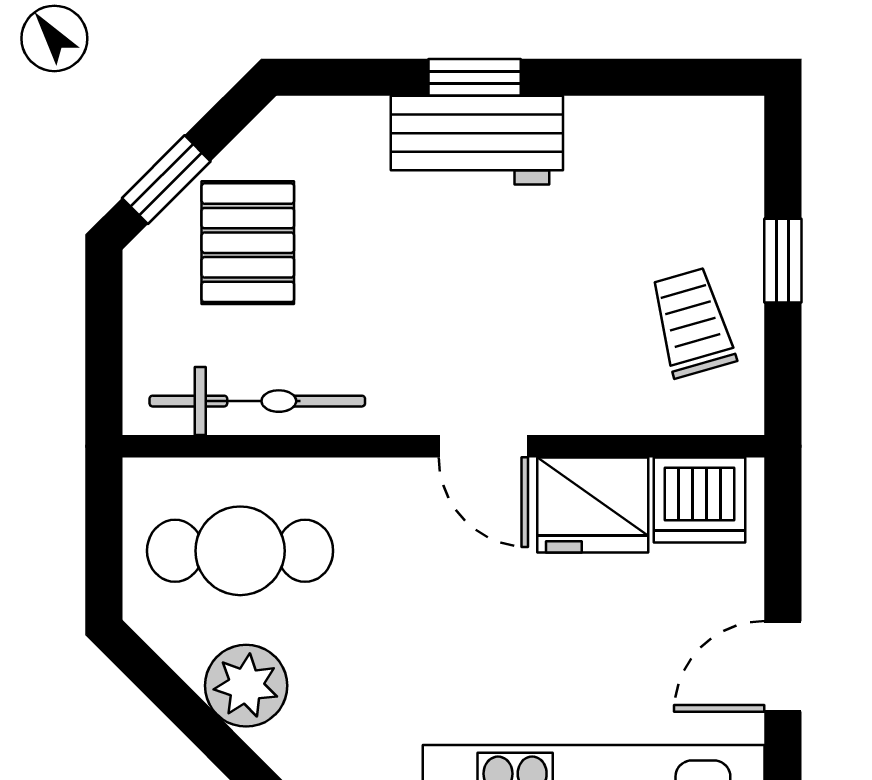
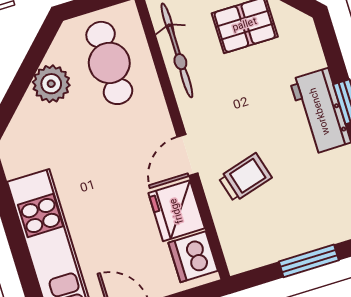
window: (783, 261) -> (309, 261), width x1.50
trolley: (692, 323) -> (245, 178), moved

